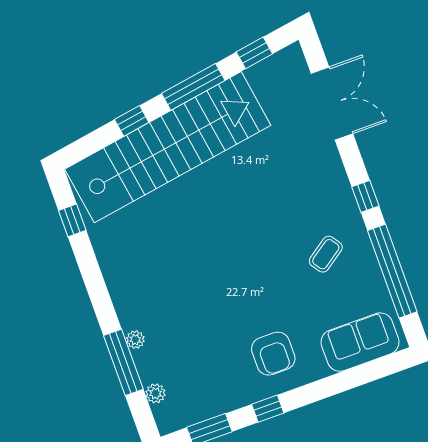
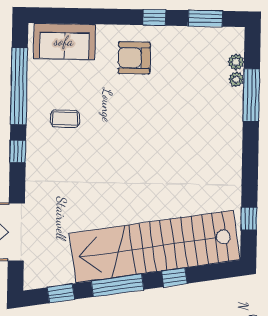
coffee table: (326, 254) -> (65, 119), turned 35
plant: (135, 340) -> (236, 79), moved
armchair: (273, 354) -> (134, 58), turned -90

